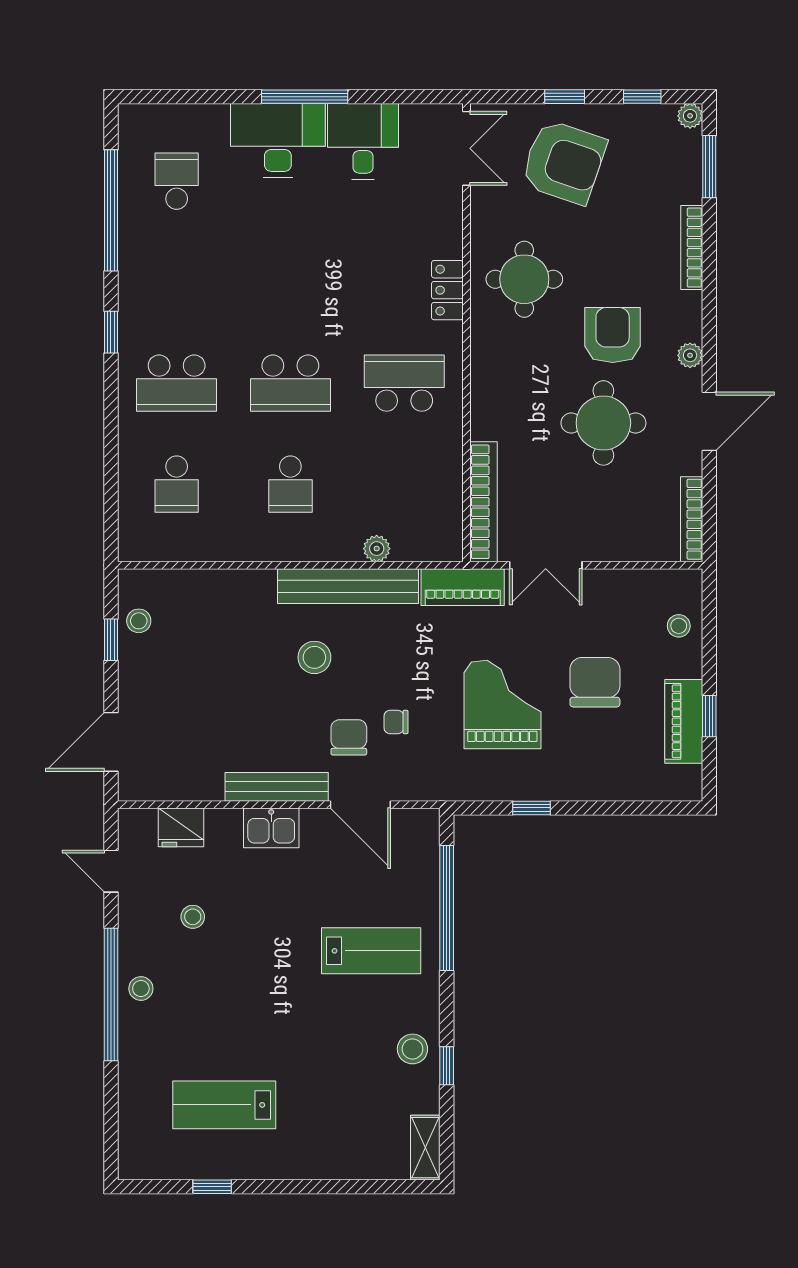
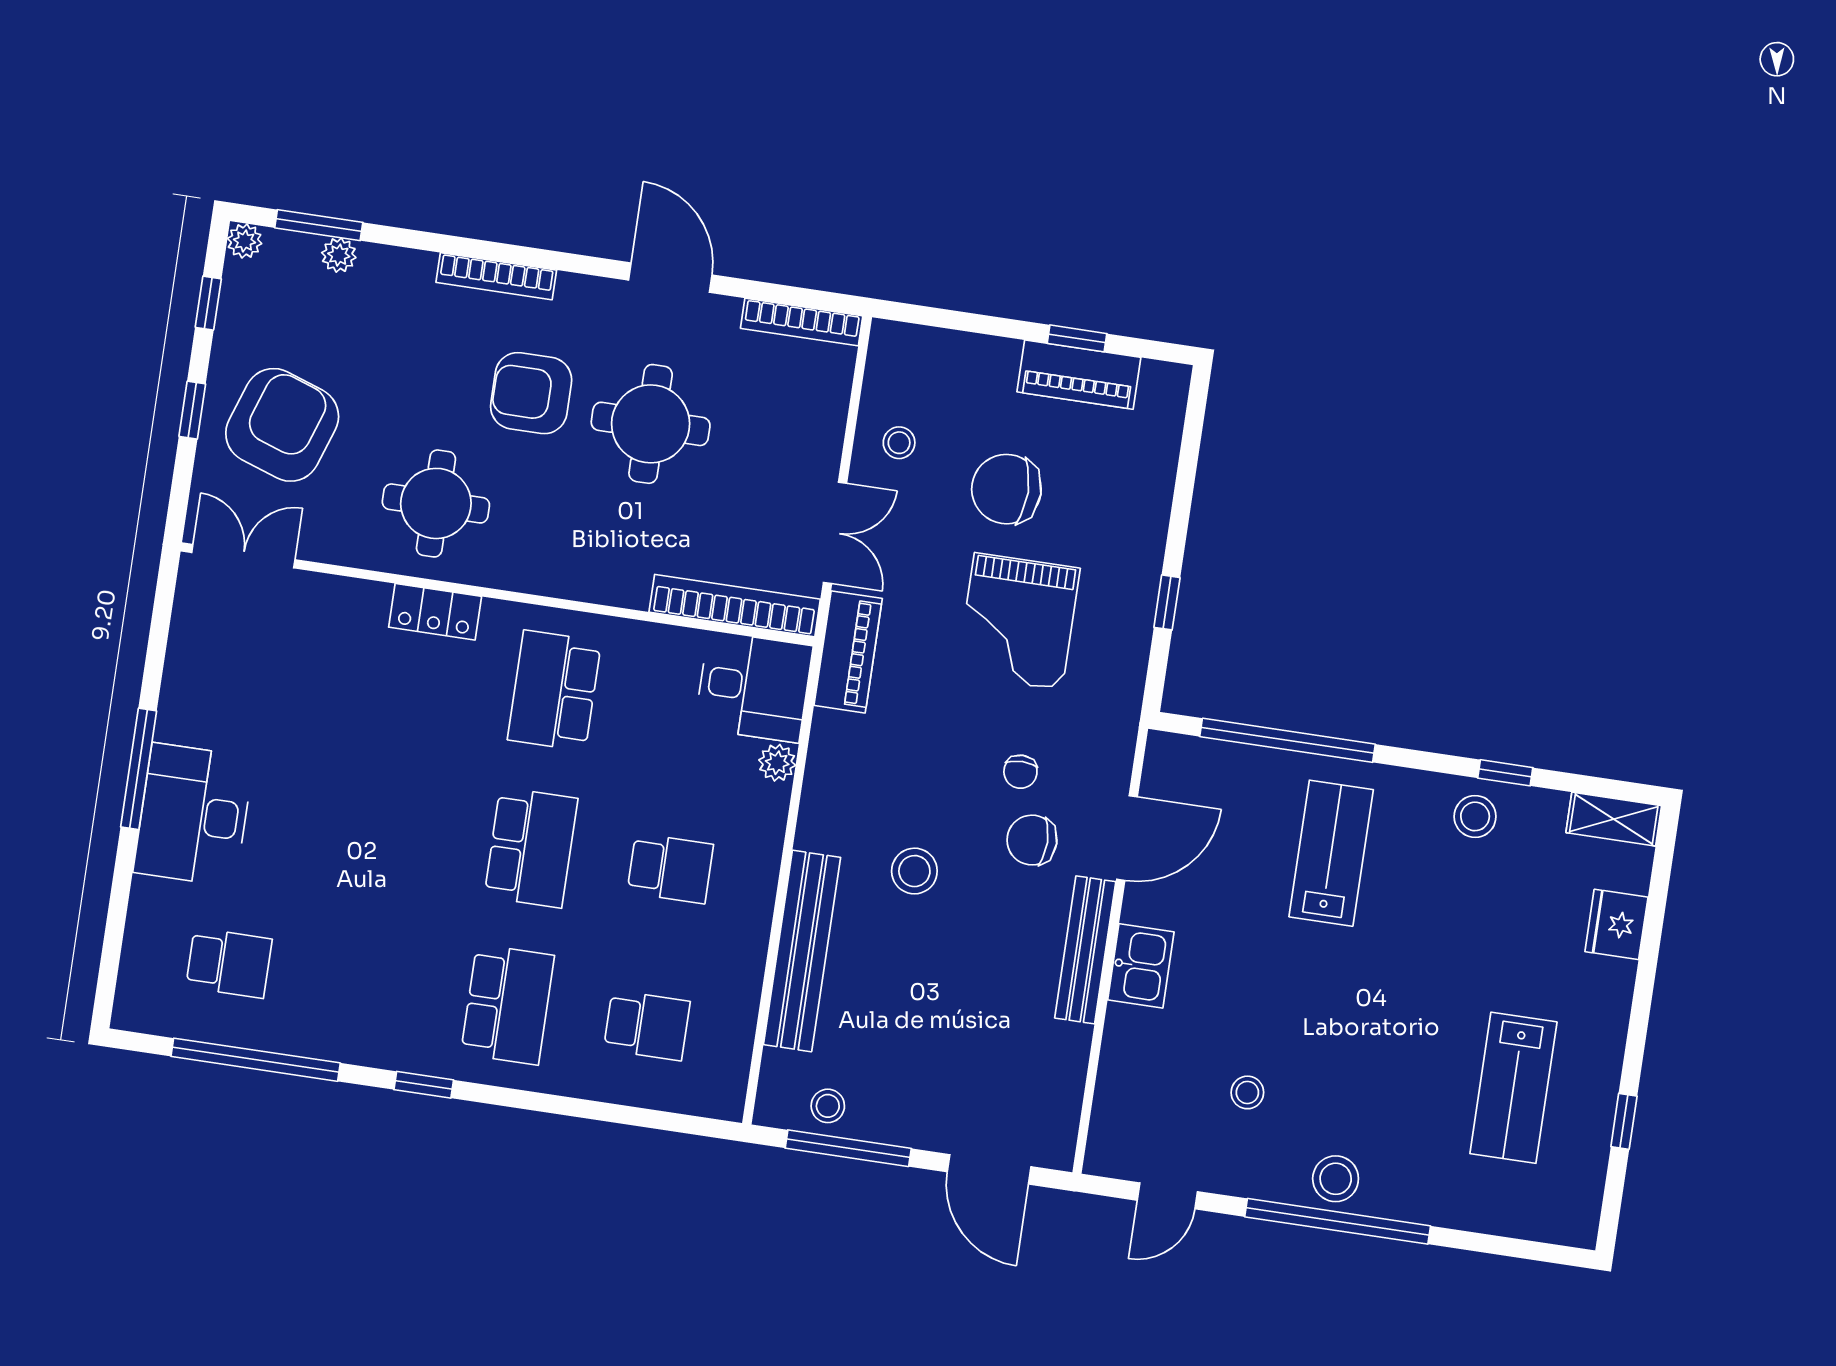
desk: (363, 141) -> (754, 687), moved, turned 180
school desk: (177, 181) -> (229, 963), turned 180
bookcase: (692, 248) -> (496, 276), moved
plant: (690, 355) -> (339, 255), moved
bench: (348, 586) -> (802, 951), moved
stool: (679, 626) -> (899, 443), moved
window: (111, 640) -> (848, 1148), width x2.17
grand piano: (502, 704) -> (1018, 621), turned -90
fridge: (181, 827) -> (1616, 924), moved, turned 180
stool: (141, 989) -> (1336, 1179), width x1.37, depth x1.37

